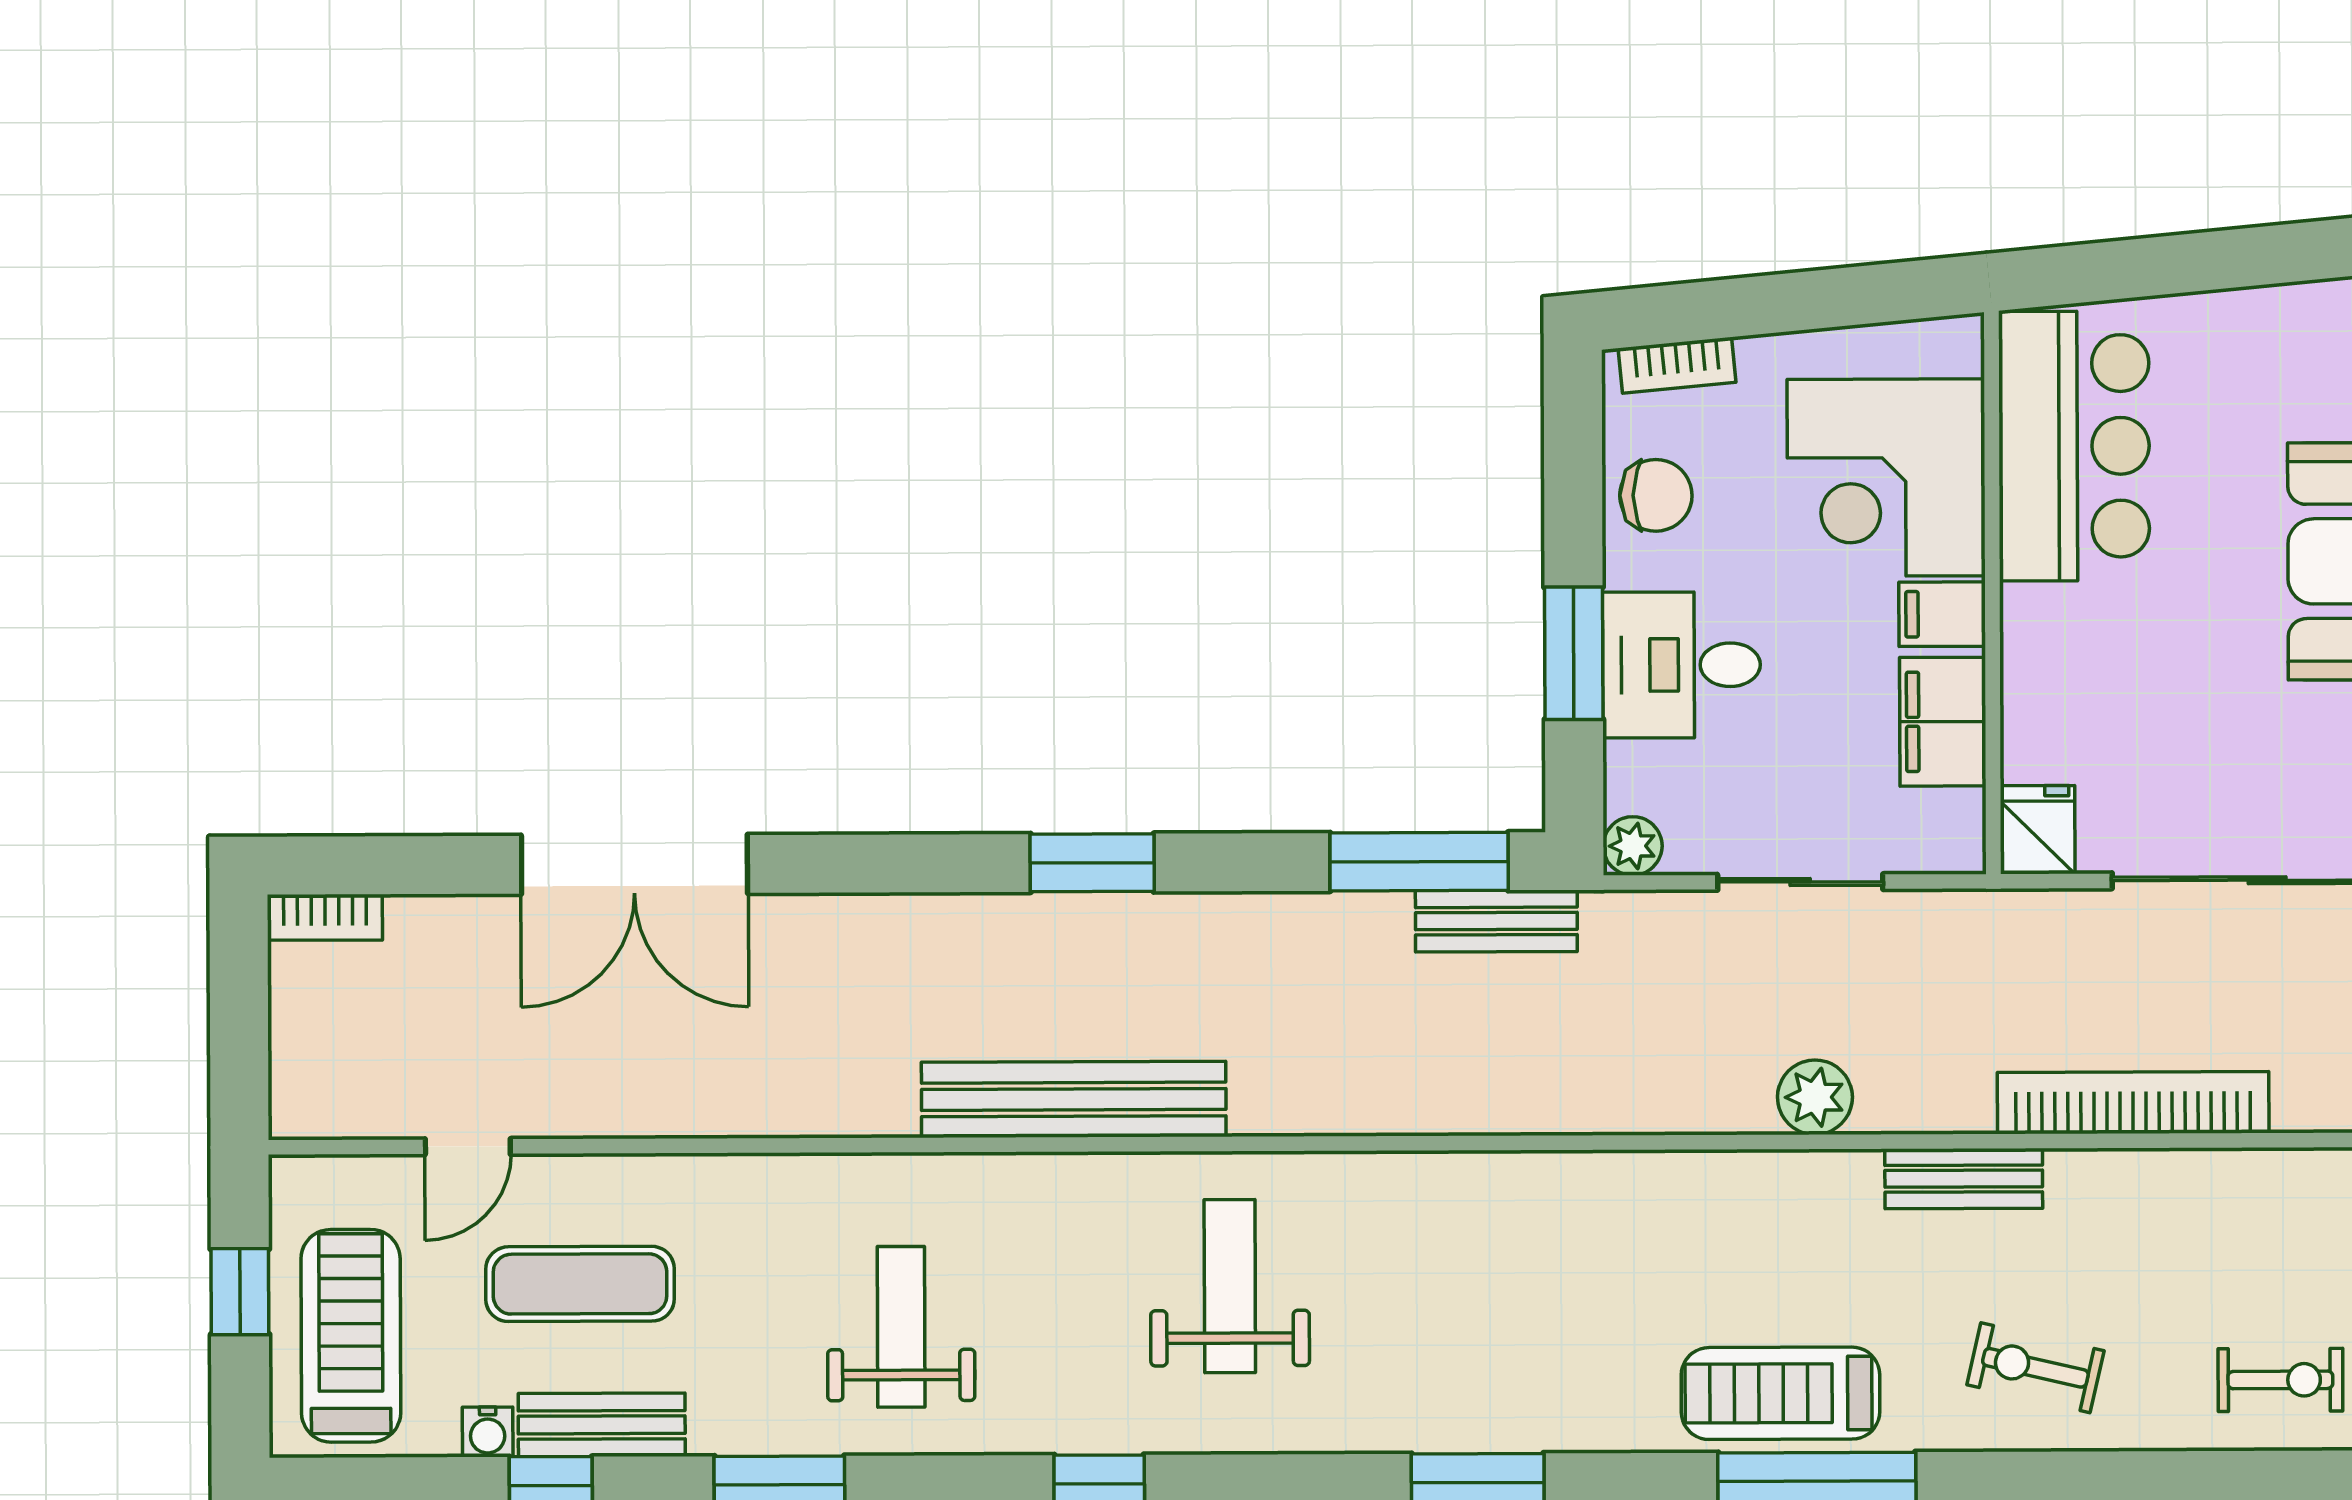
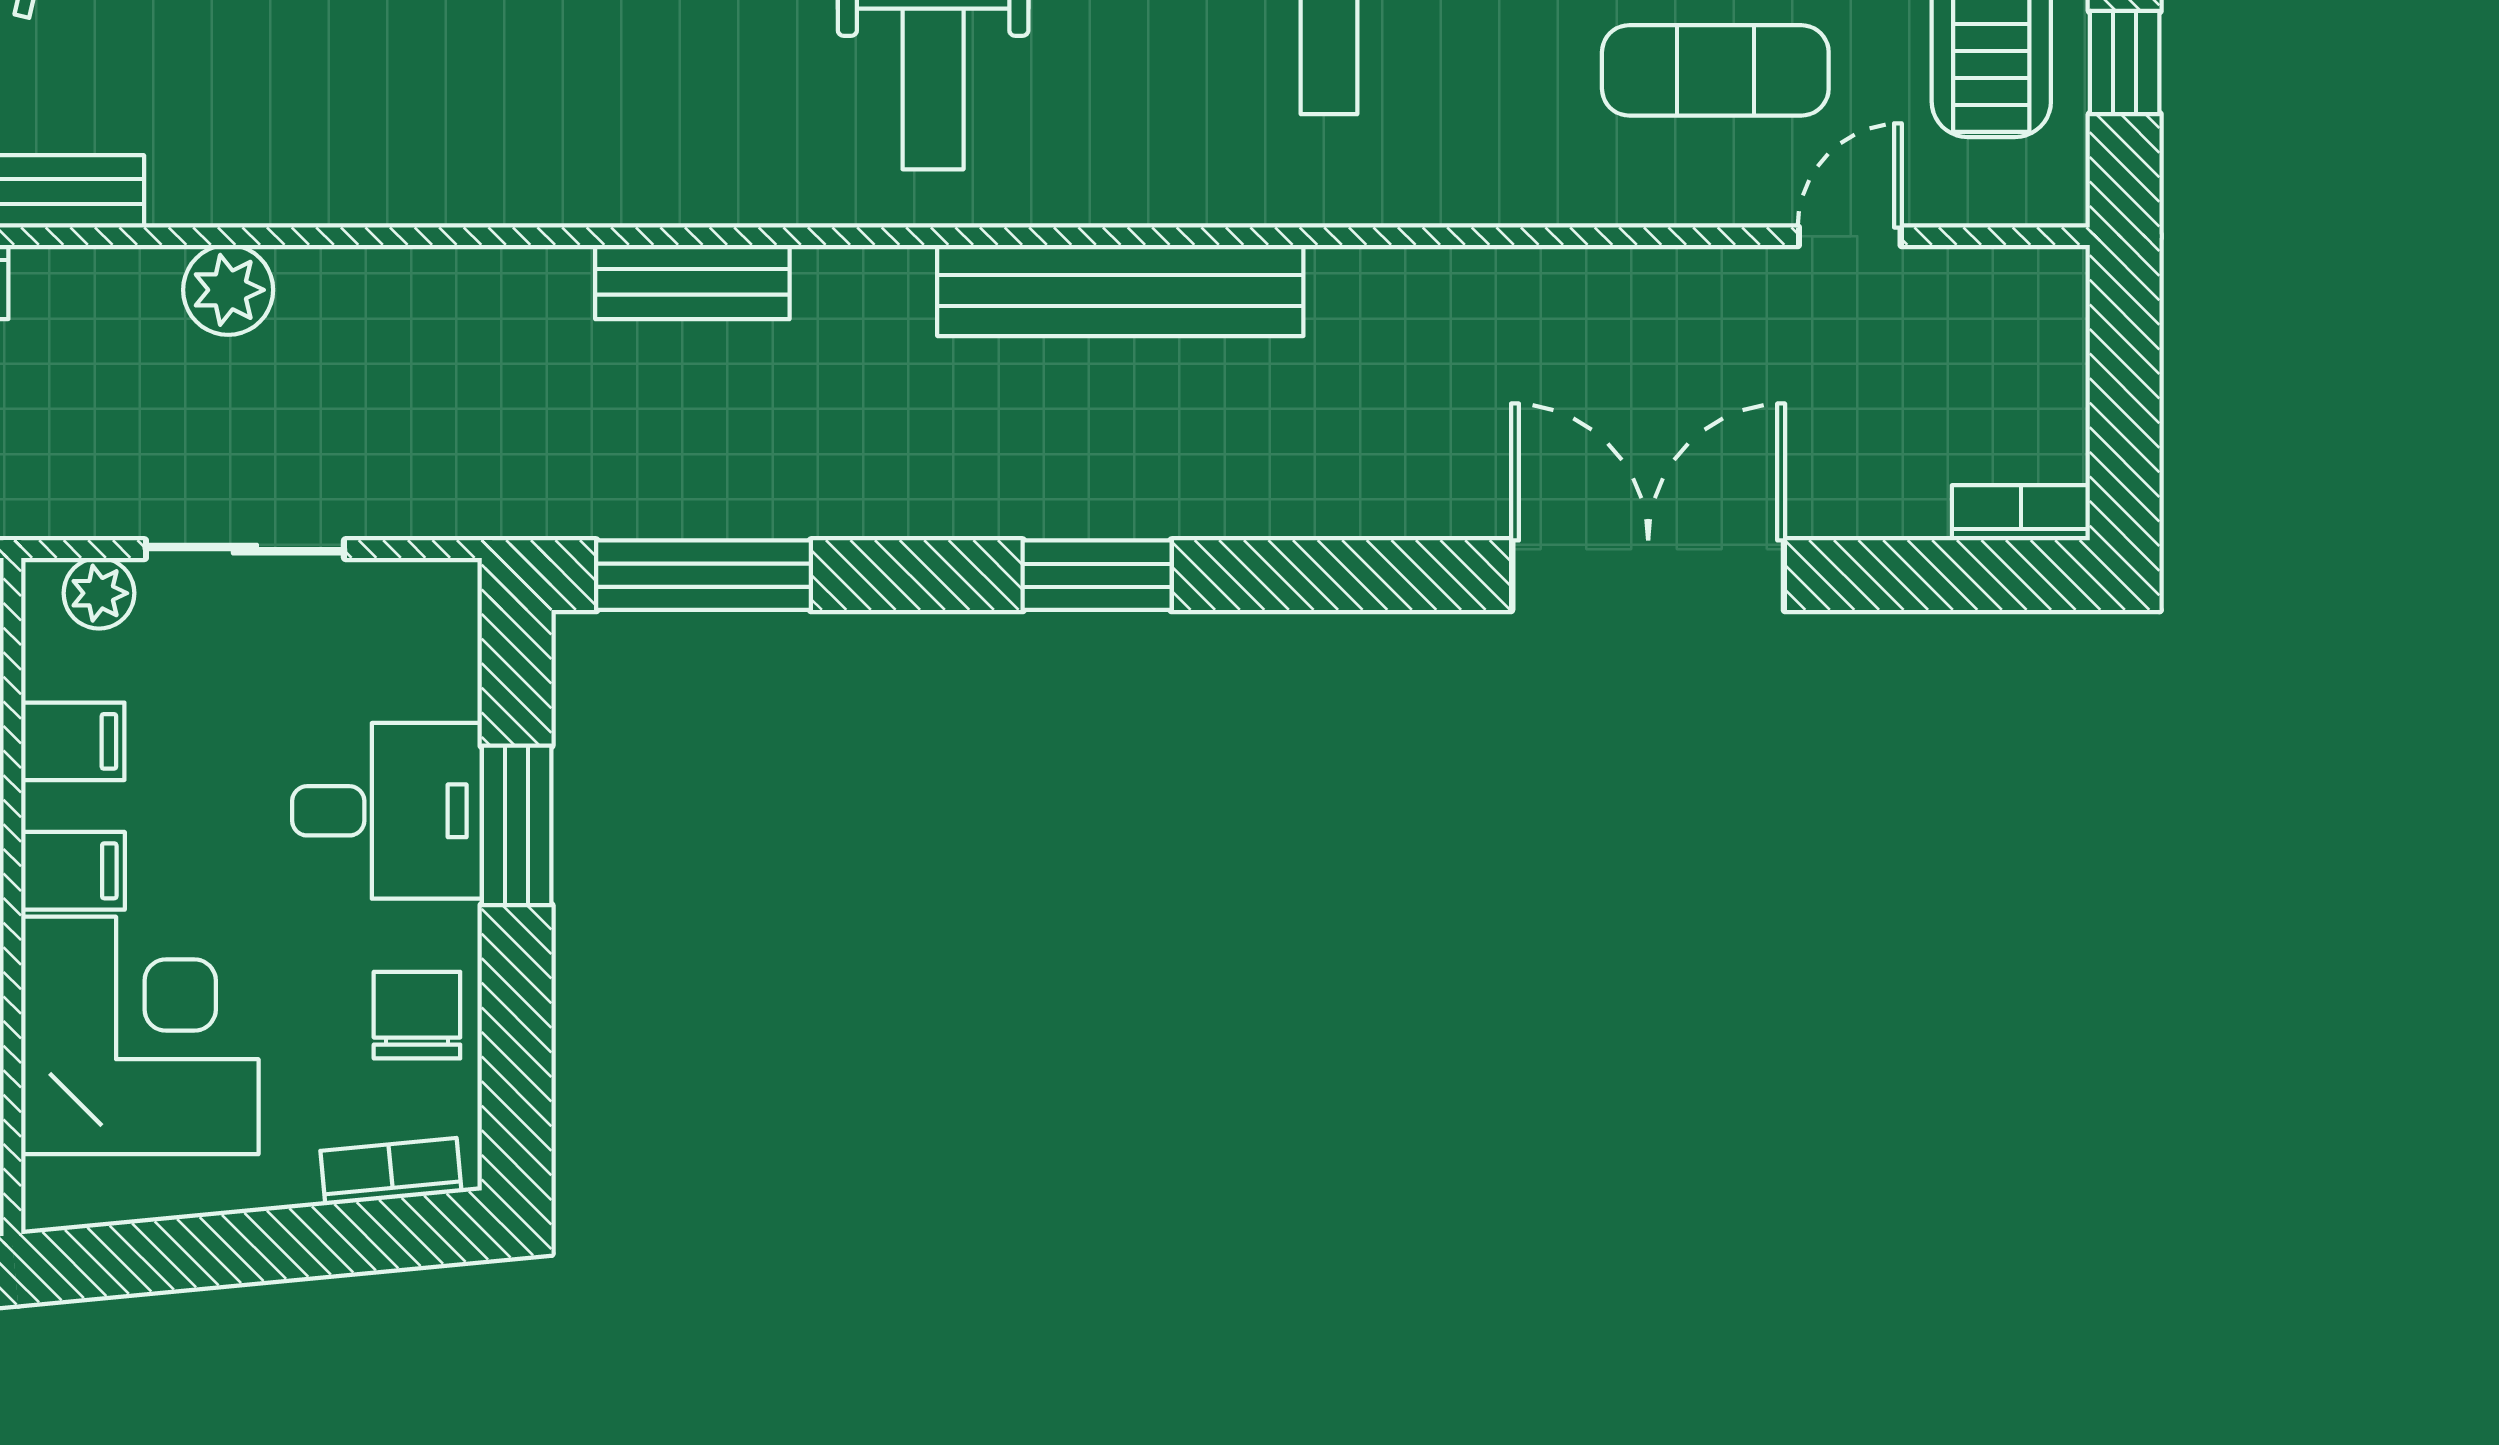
chair: (1656, 495) -> (417, 1015), turned 90
filing cabinet: (1943, 722) -> (73, 741), width x0.50
plant: (1633, 846) -> (99, 593), moved
bench: (1496, 921) -> (692, 282), moved

